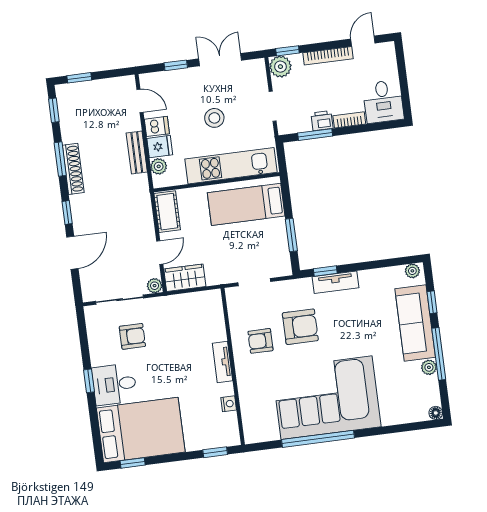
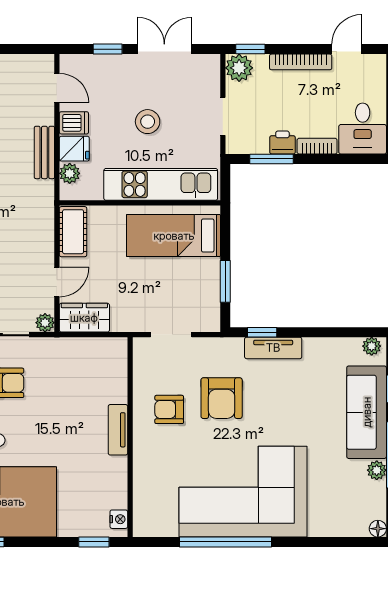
armchair: (300, 327) -> (222, 398), turned 90
nightstand: (229, 404) -> (119, 519), moved

